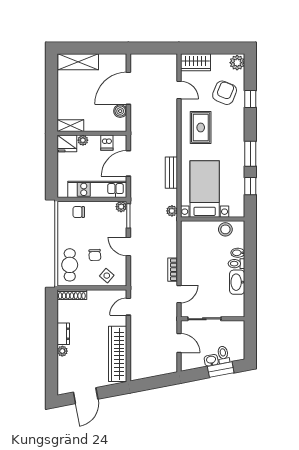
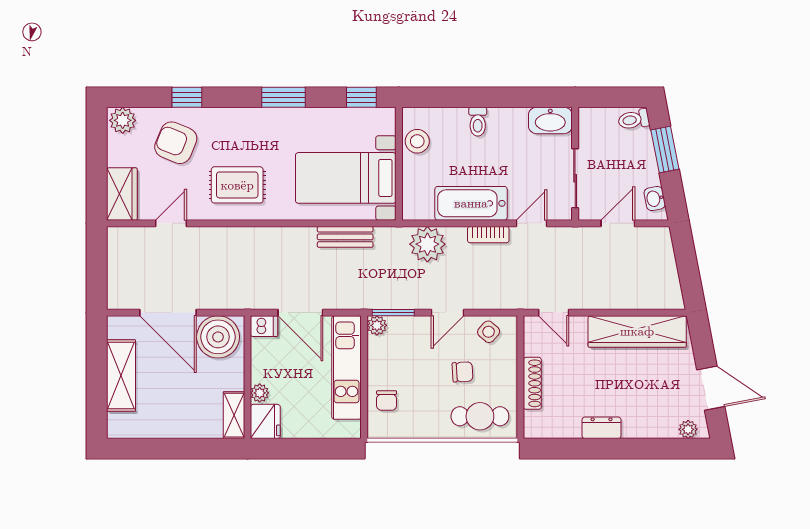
shelving: (78, 62) -> (121, 376), moved
boiler: (120, 111) -> (218, 337), width x1.86, depth x1.86
dishwasher: (107, 143) -> (264, 326), moved
bench: (171, 173) -> (345, 237), moved
window: (250, 186) -> (361, 97), moved
plant: (172, 211) -> (427, 244), moved, width x1.87, depth x1.87
bidet: (238, 253) -> (458, 119), removed
bathtub: (190, 260) -> (471, 203), added
side table: (107, 276) -> (489, 332), moved
washbasin: (237, 282) -> (550, 120), moved
door: (179, 294) -> (532, 223), hinge flipped
shoe rack: (72, 295) -> (532, 383), moved
plant: (62, 351) -> (688, 429), moved
toilet: (223, 355) -> (634, 120), moved
washbasin: (211, 360) -> (655, 199), moved

